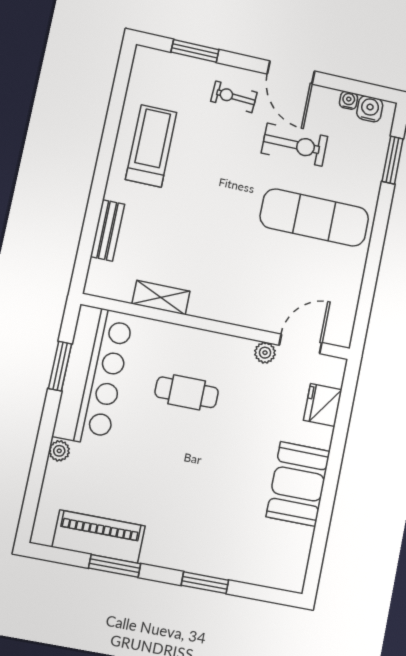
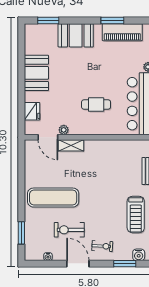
water cooler: (370, 109) -> (139, 255), moved
shelving: (161, 297) -> (71, 145), moved
door: (301, 344) -> (48, 137), hinge flipped
booth: (200, 549) -> (76, 35), added
window: (205, 583) -> (48, 21), moved

